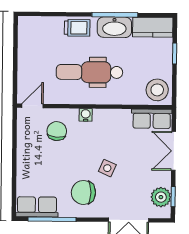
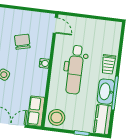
dental chair: (89, 72) -> (75, 70), turned 180
chair: (57, 131) -> (22, 42), moved, turned -109

